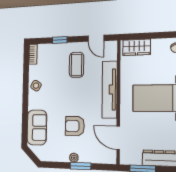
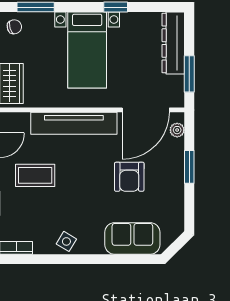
door: (118, 138) -> (146, 110), width x1.36
plant: (74, 158) -> (177, 130), moved

